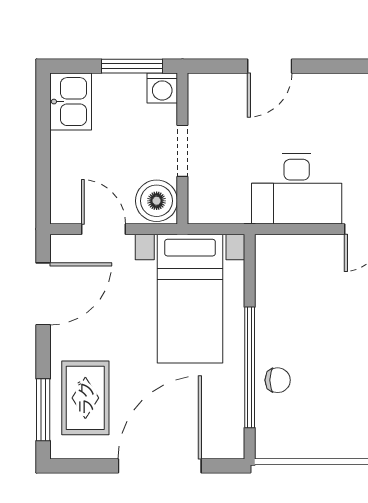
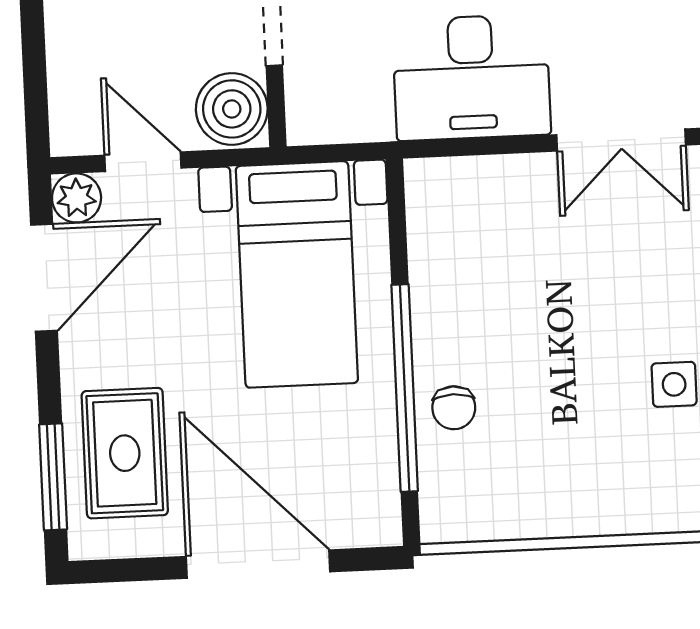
plant: (64, 248) -> (77, 198), added
chair: (278, 380) -> (454, 408), turned 90
door: (160, 466) -> (258, 564), hinge flipped

